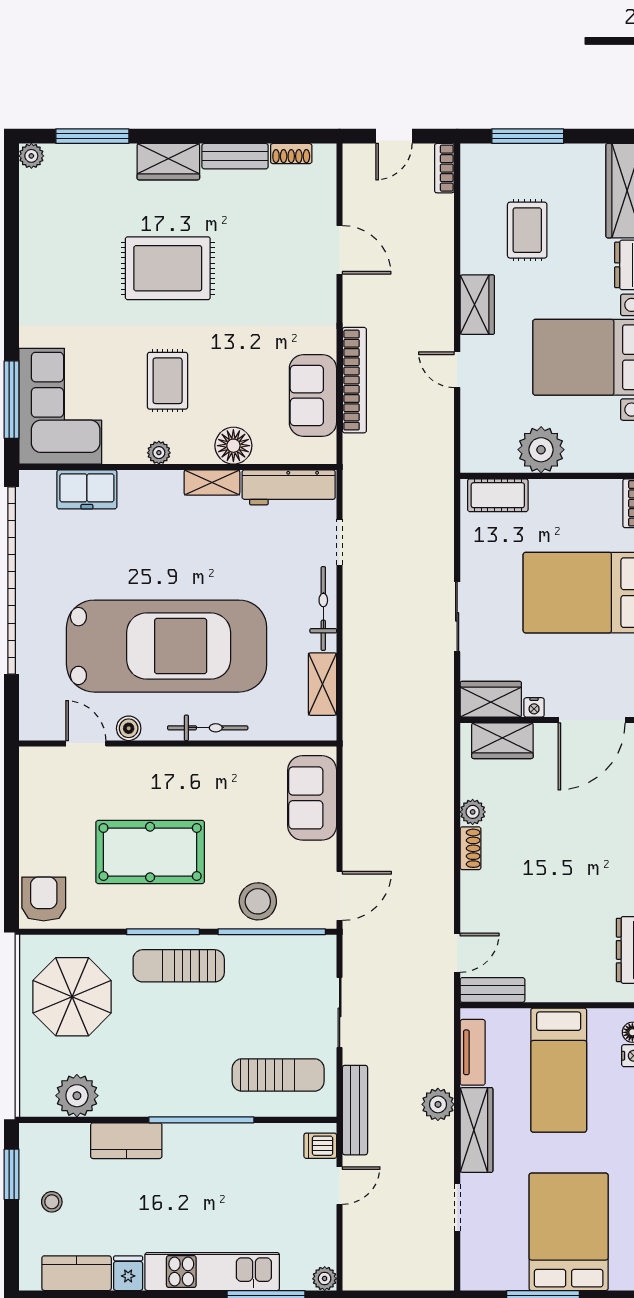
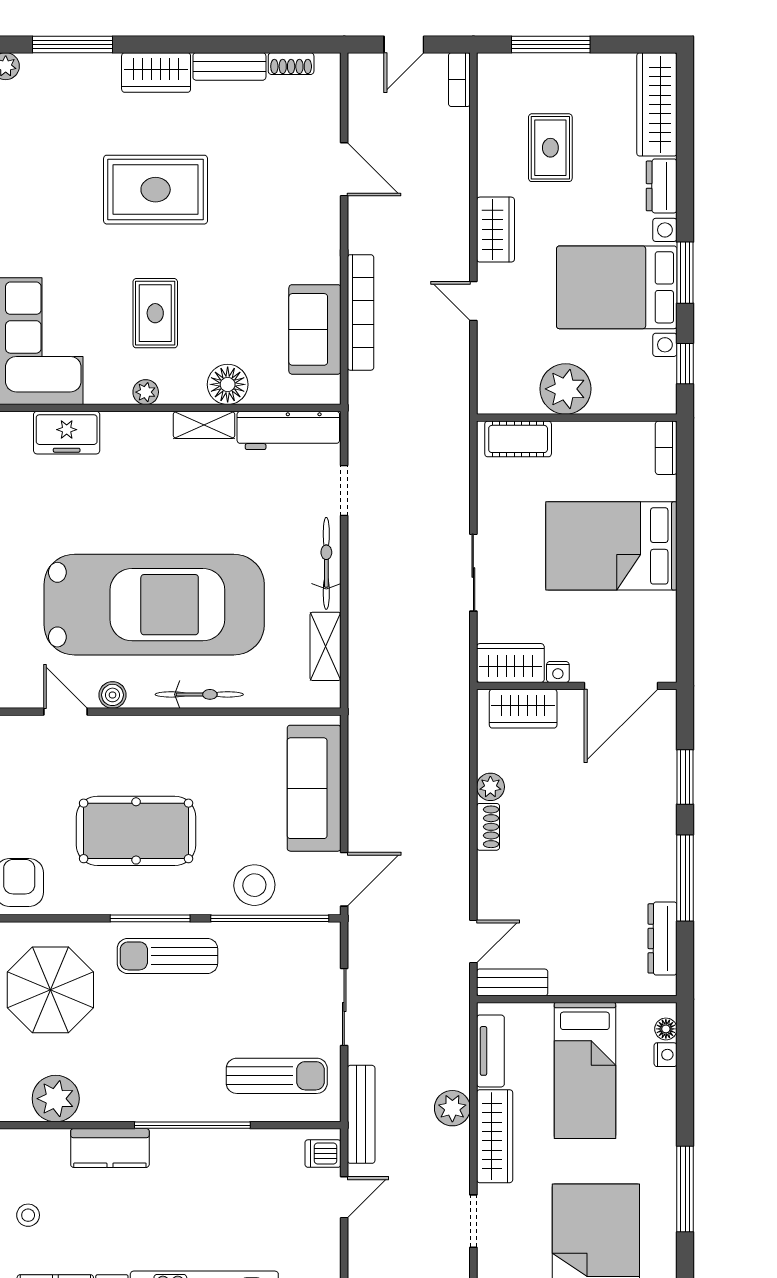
sofa: (312, 798) -> (314, 788), width x1.36

